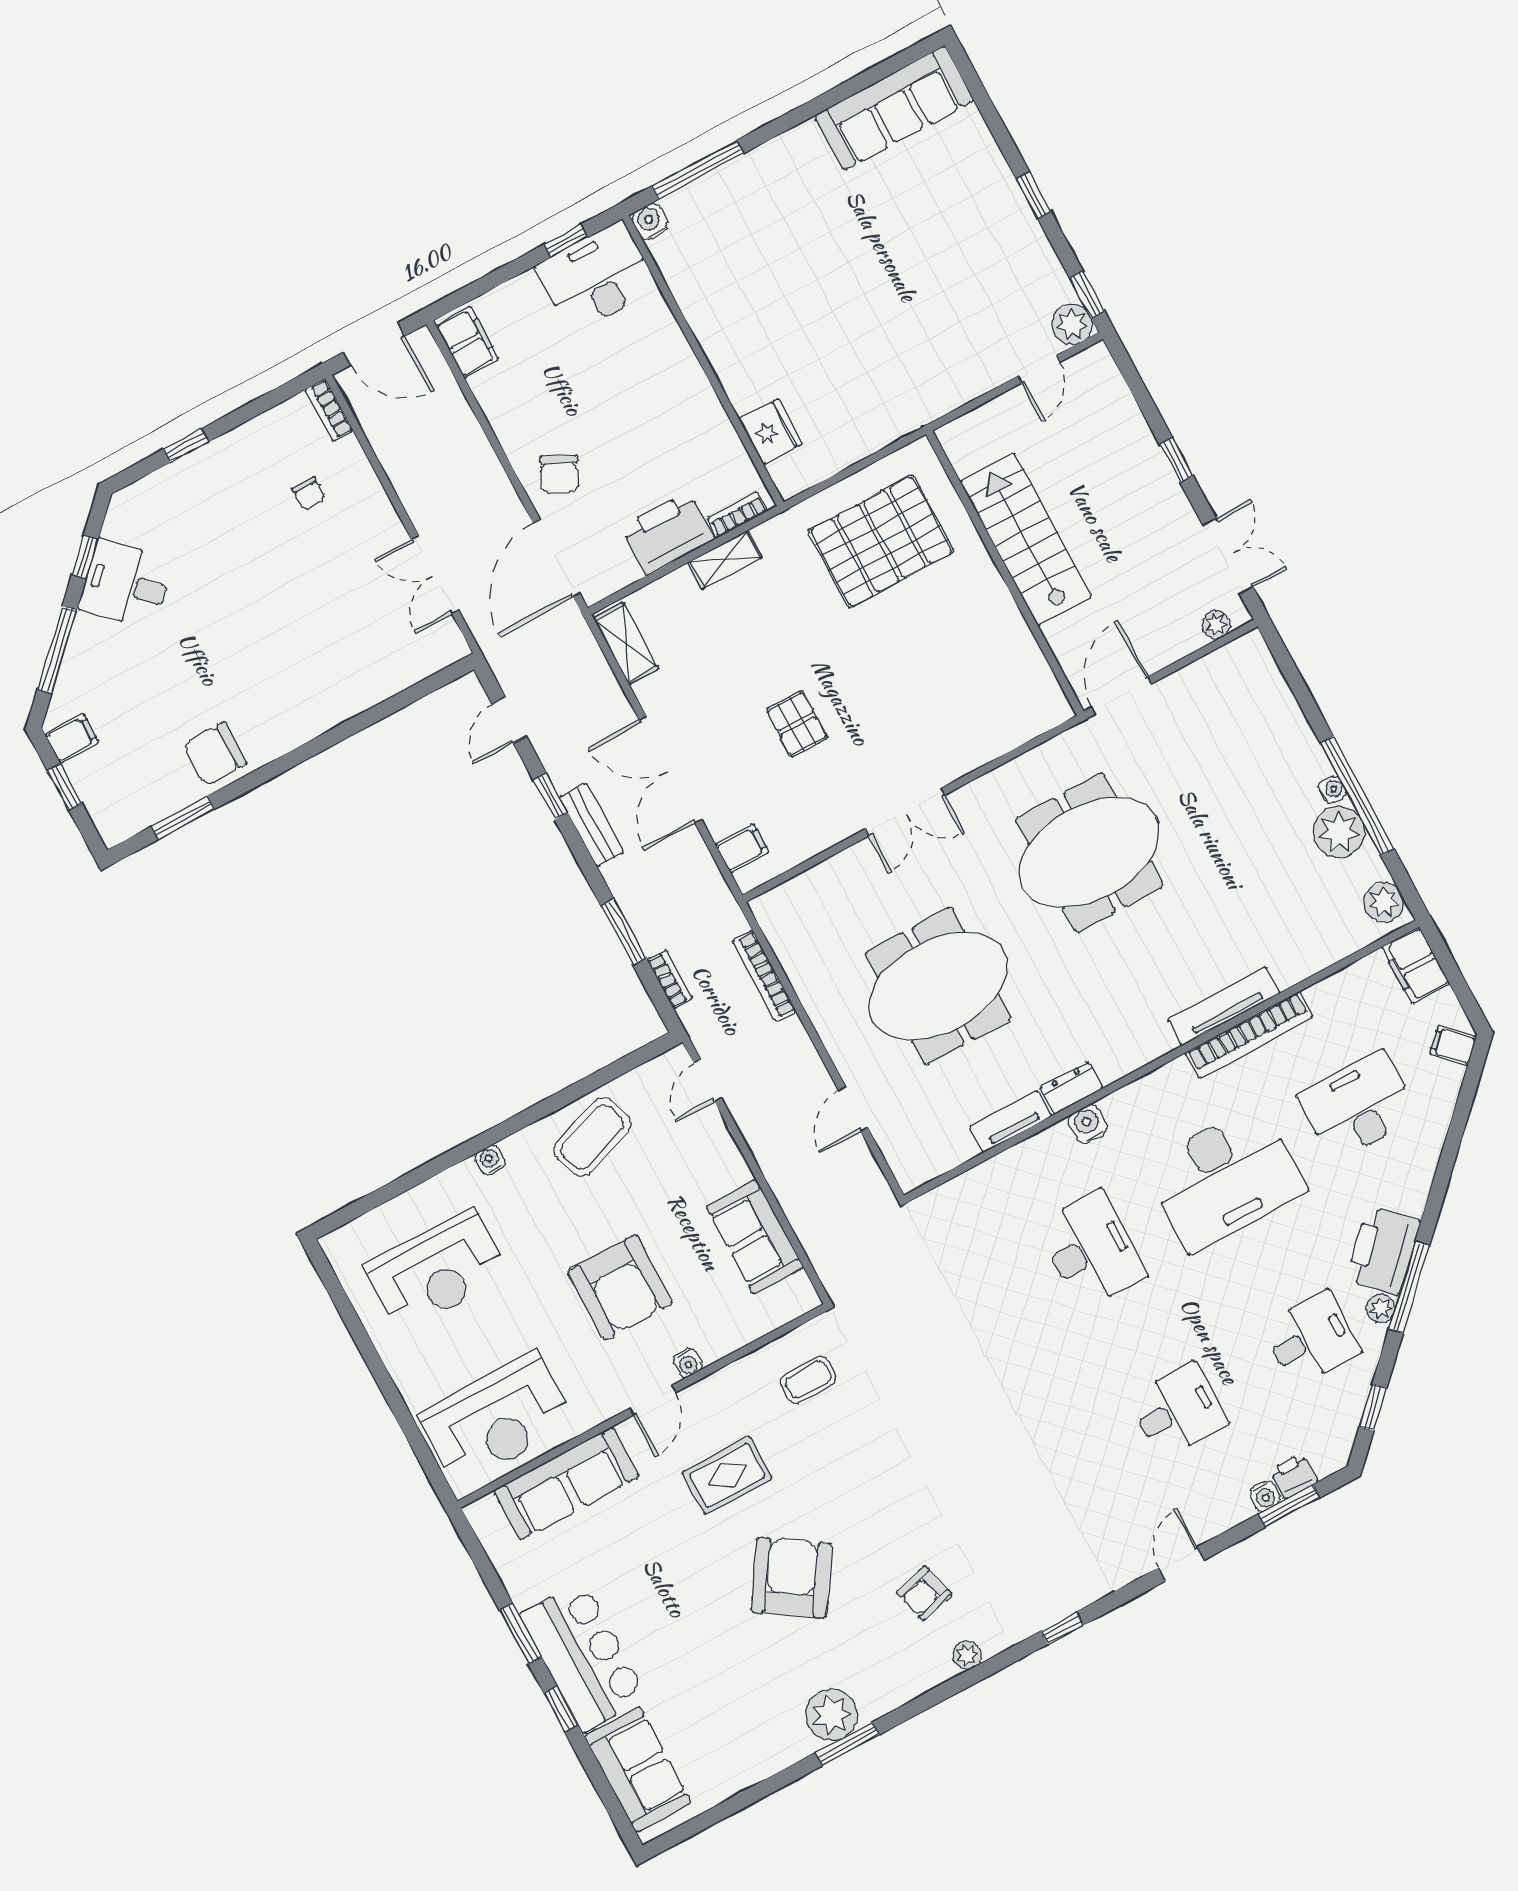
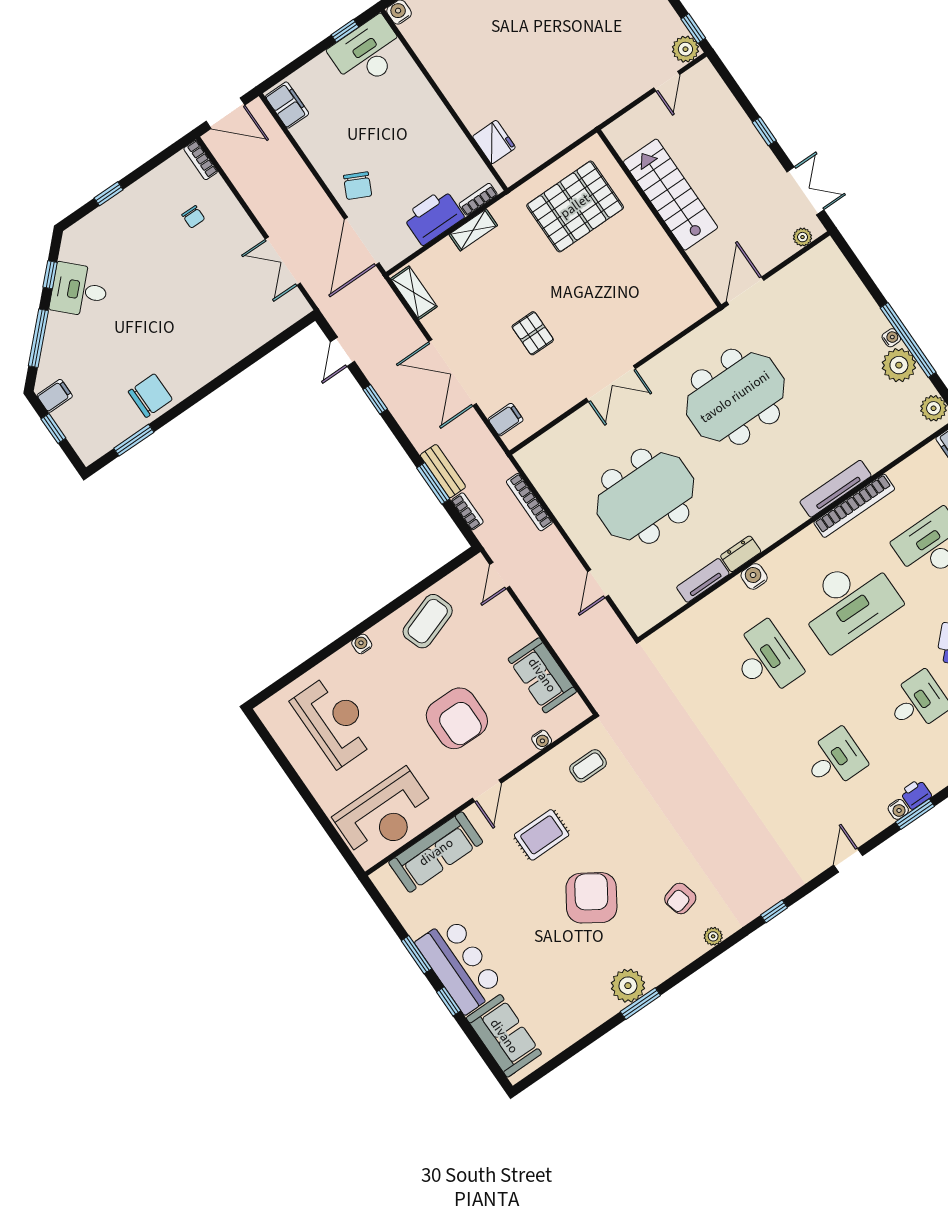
chair: (215, 754) -> (150, 396), turned 180
bench: (591, 825) -> (443, 471), moved
reception desk: (436, 1270) -> (334, 721), turned -90
water cooler: (688, 1363) -> (542, 740), moved

